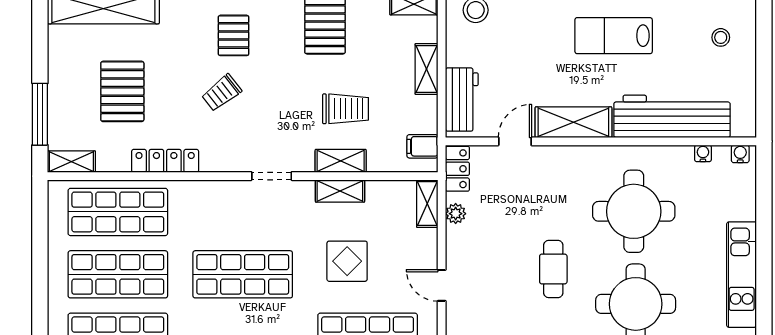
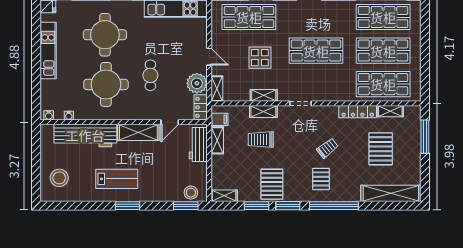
stool: (721, 37) -> (59, 178), width x1.89, depth x1.89
shelving: (427, 69) -> (217, 140), moved
shelving: (71, 162) -> (390, 111), moved
plant: (456, 214) -> (197, 83), width x1.88, depth x1.88
cafe table: (553, 269) -> (150, 75), moved
door: (442, 285) -> (209, 57), moved

